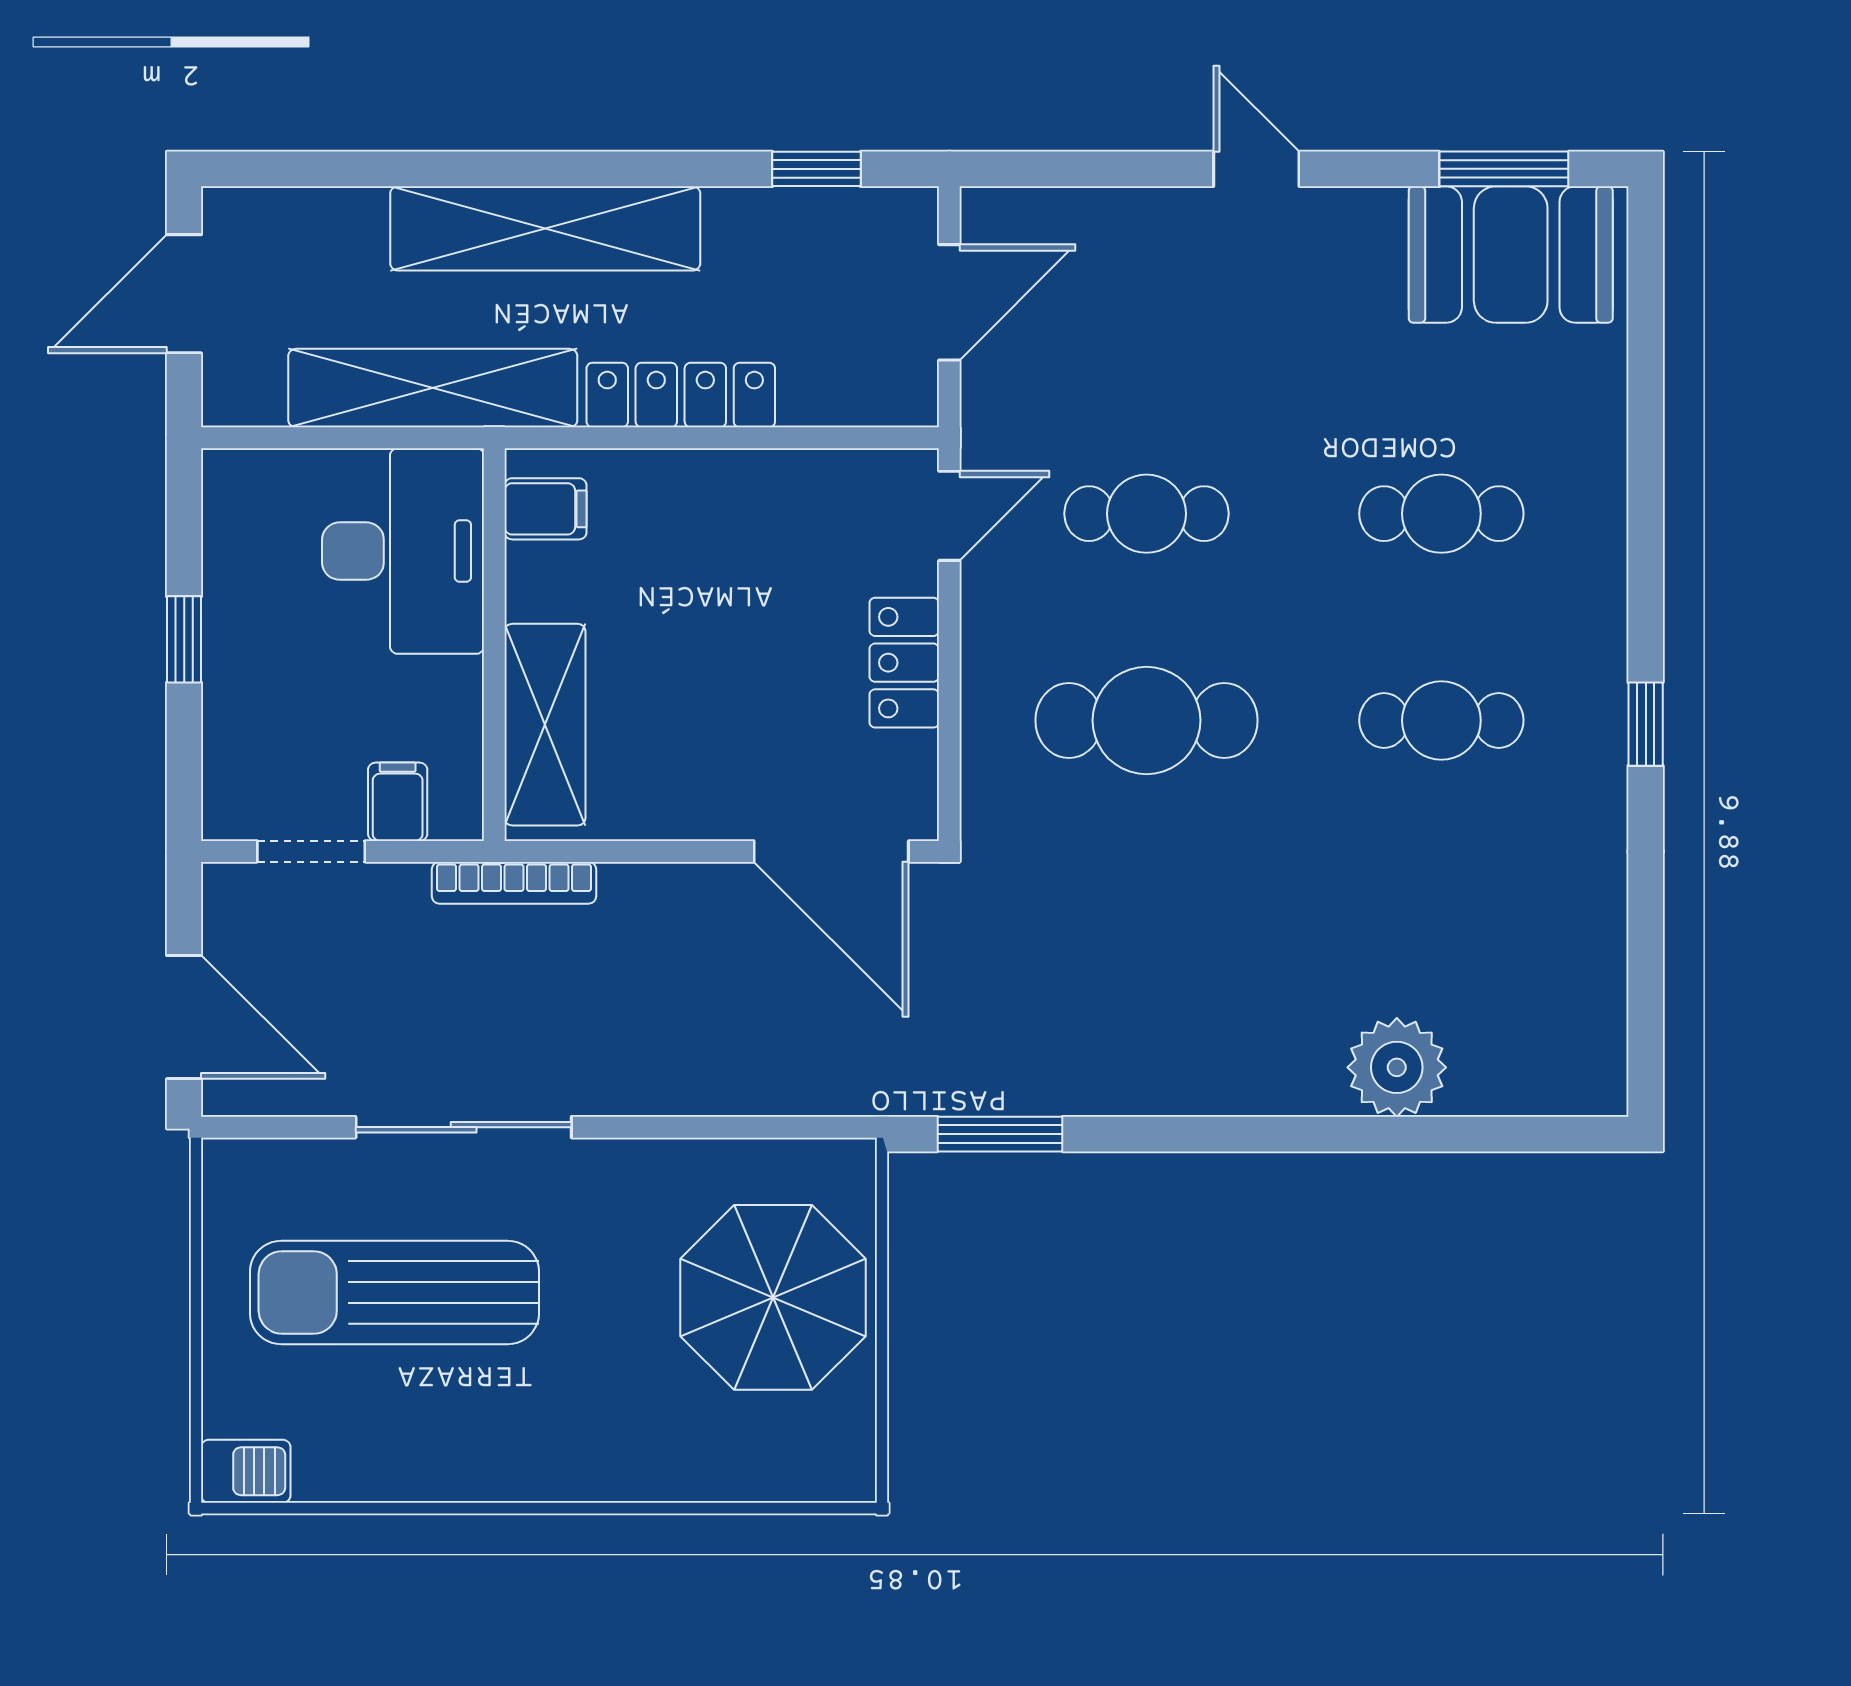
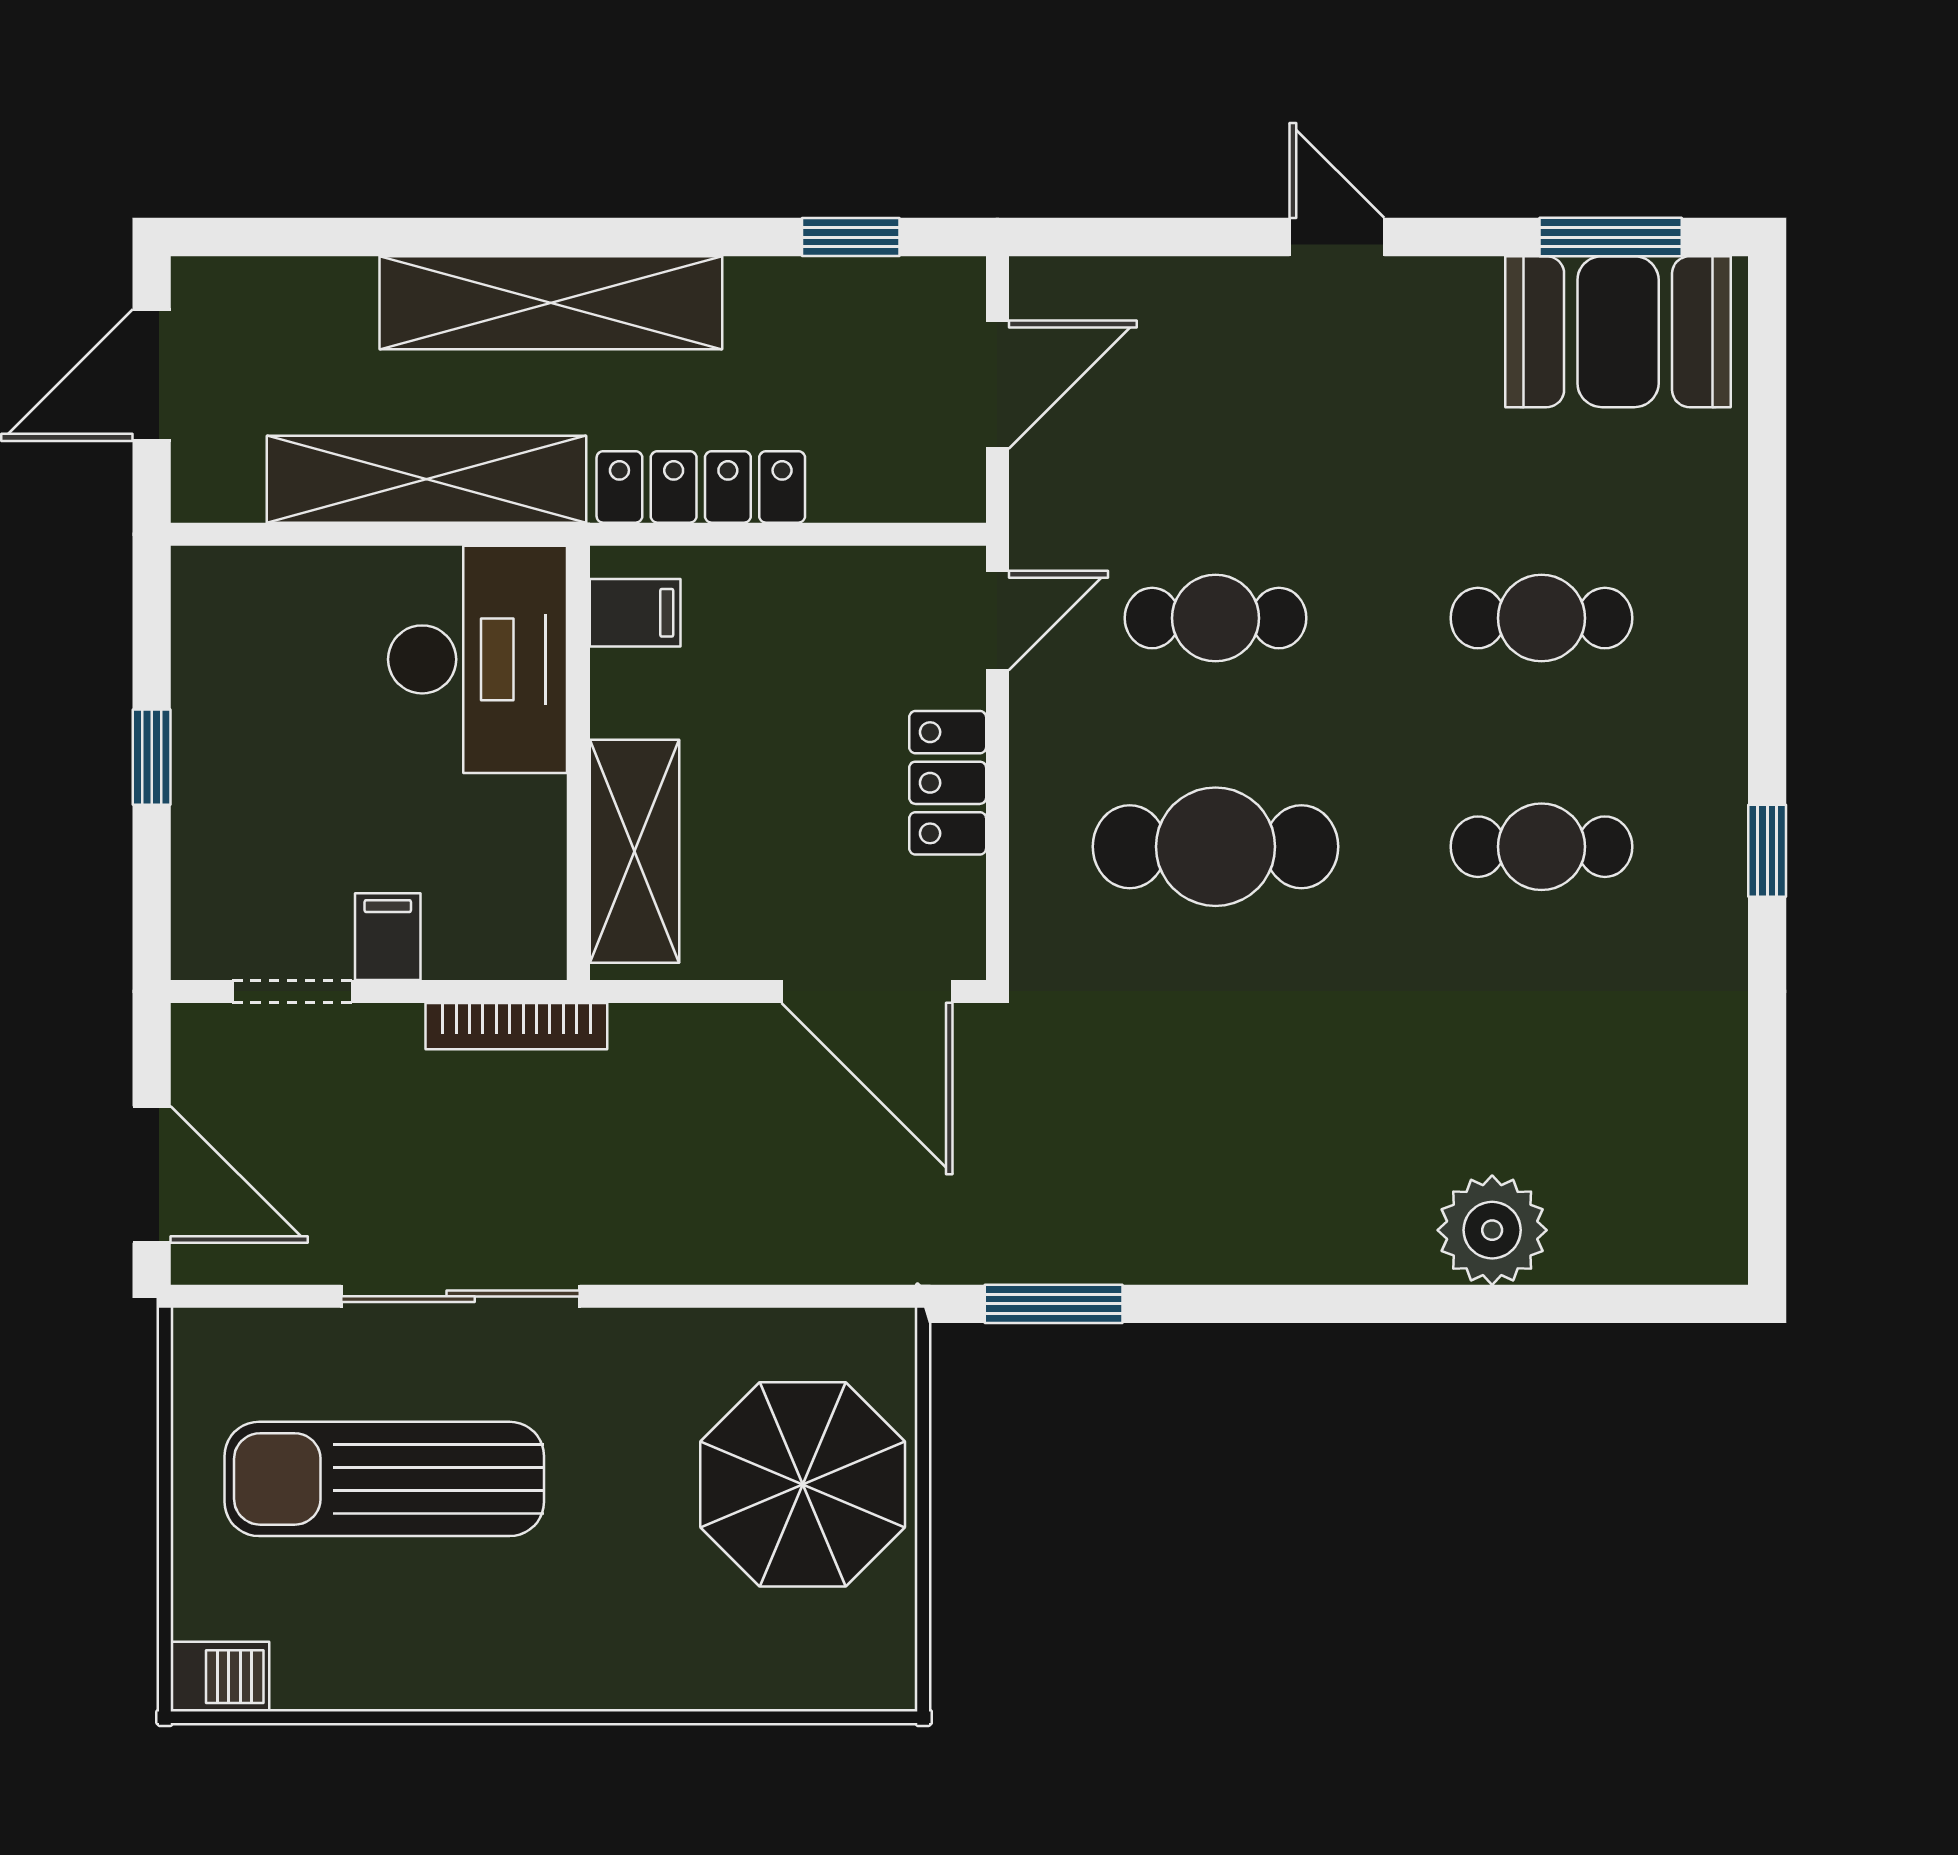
filing cabinet: (546, 509) -> (635, 613), moved
desk: (403, 551) -> (478, 659), moved
wall: (494, 645) -> (578, 763), moved
shelving: (545, 725) -> (634, 851), moved

